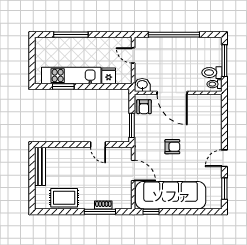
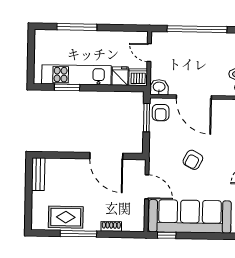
dishwasher: (124, 77) -> (138, 77), added
window: (132, 125) -> (147, 118), moved
door: (98, 145) -> (106, 156), width x1.87
armchair: (172, 147) -> (193, 160), turned 118
bench: (40, 166) -> (38, 174), width x0.73
window: (100, 212) -> (78, 234), moved

